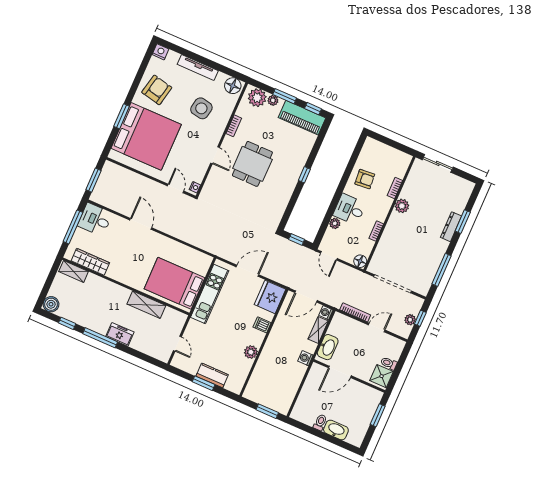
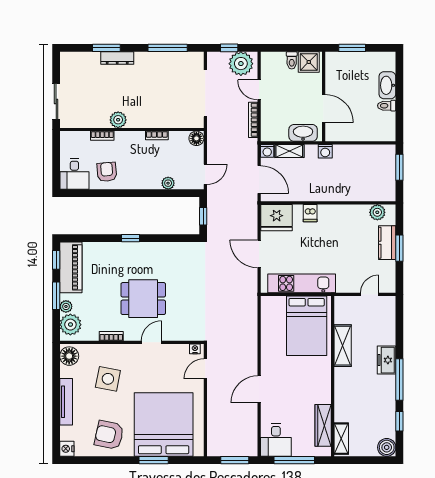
desk: (350, 209) -> (74, 174), moved
plant: (410, 320) -> (241, 64), width x1.88, depth x1.88
plant: (251, 352) -> (377, 212), moved

